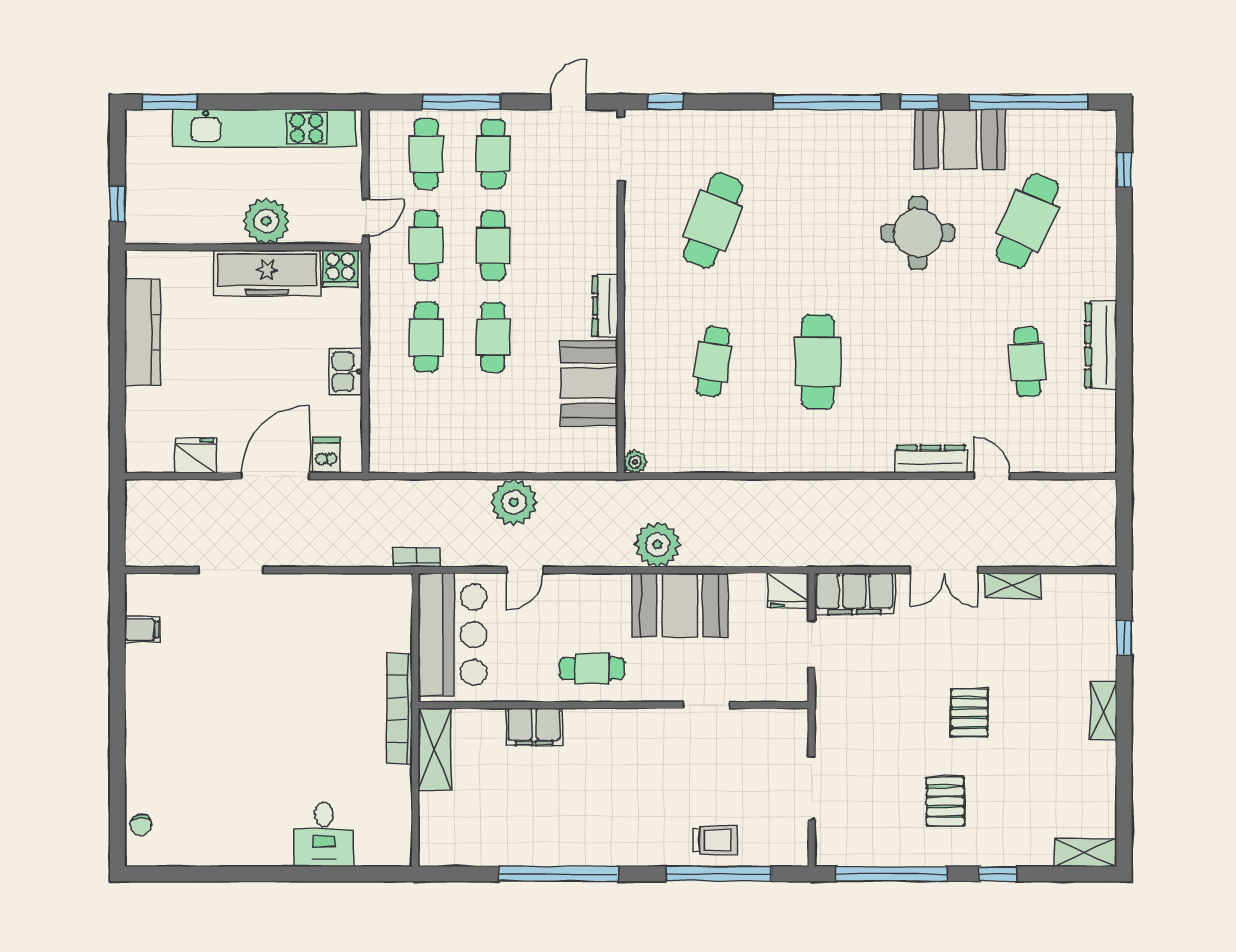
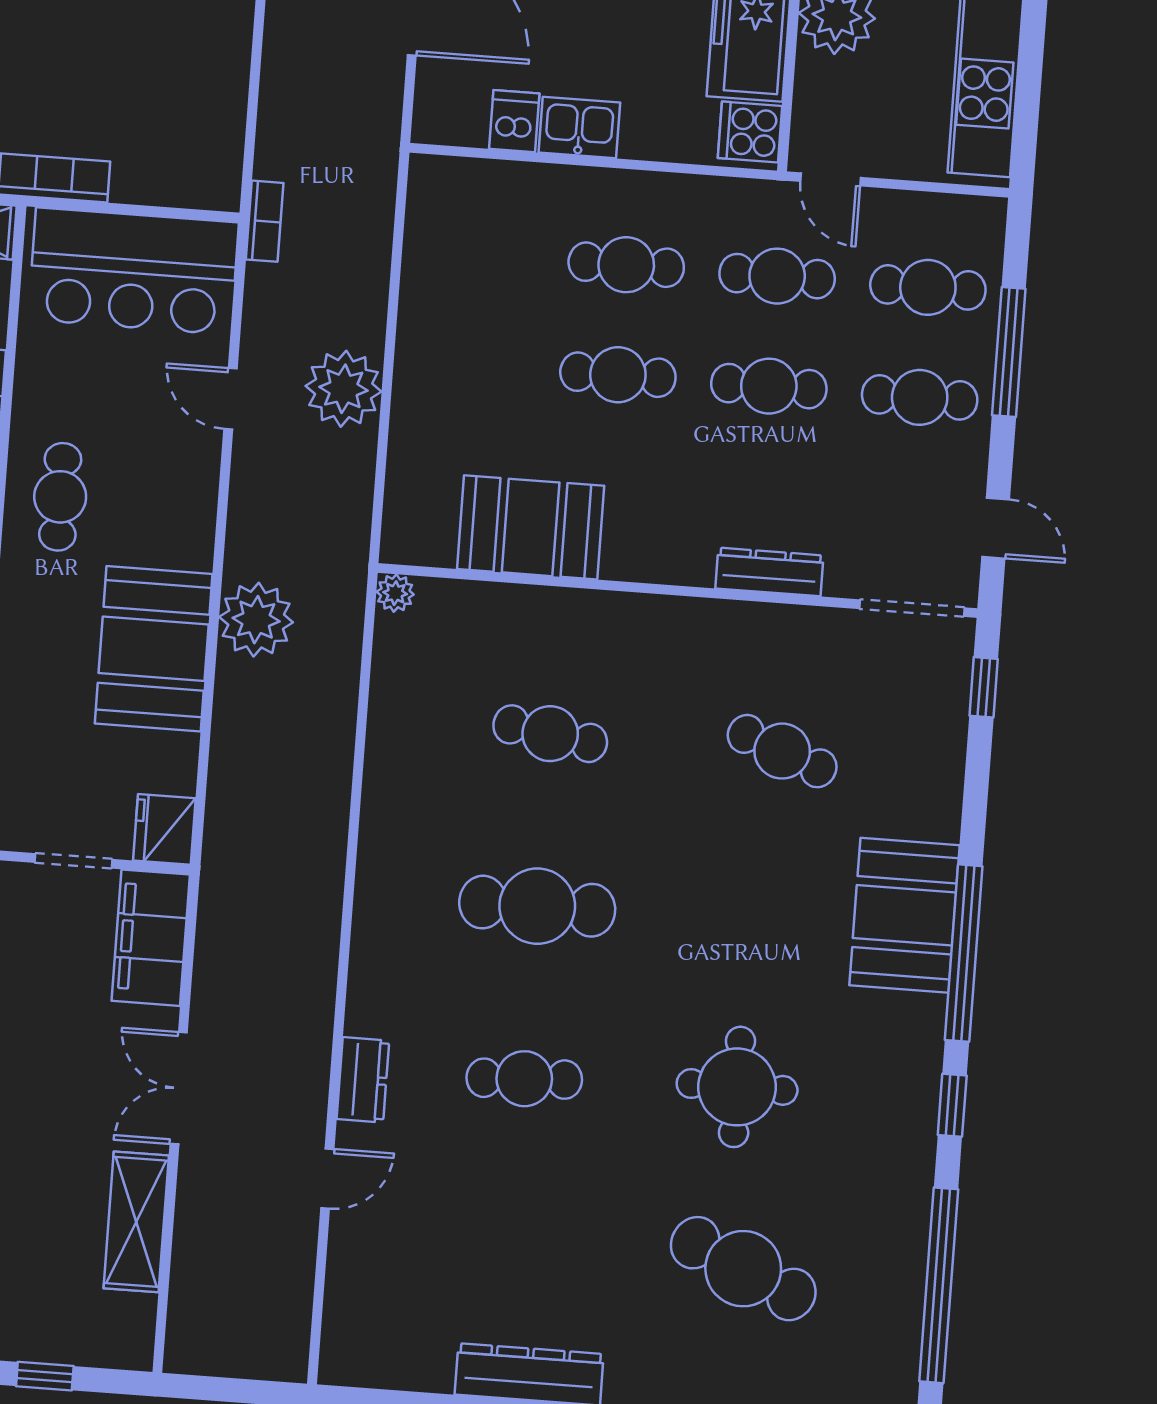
booth: (960, 139) -> (905, 915), moved
cafe table: (713, 221) -> (782, 751), width x0.73, depth x0.74
dresser: (605, 306) -> (769, 572), moved
cafe table: (1027, 362) -> (524, 1079), moved
dishwasher: (327, 455) -> (514, 121), moved, turned -90
dresser: (931, 459) -> (363, 1080), width x0.70
shelving: (1013, 586) -> (136, 1222), width x1.50, depth x1.33

